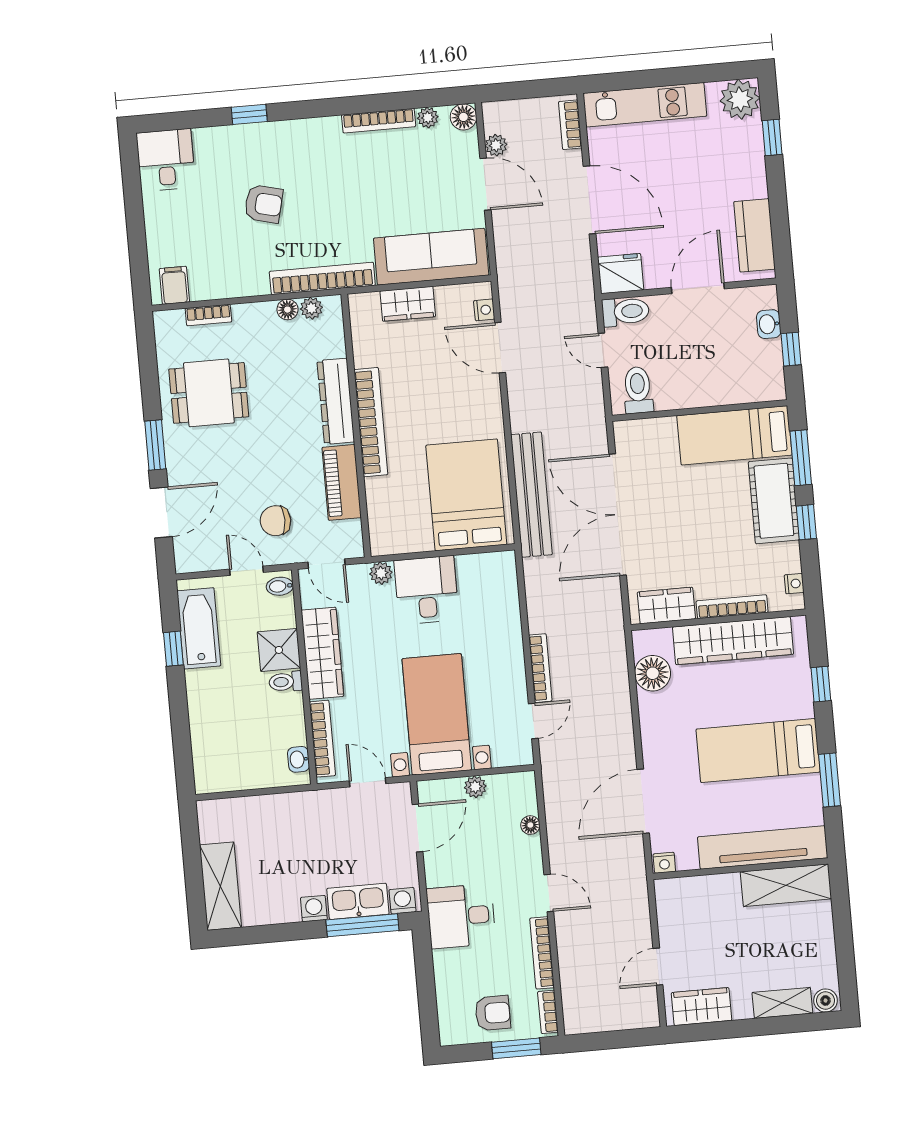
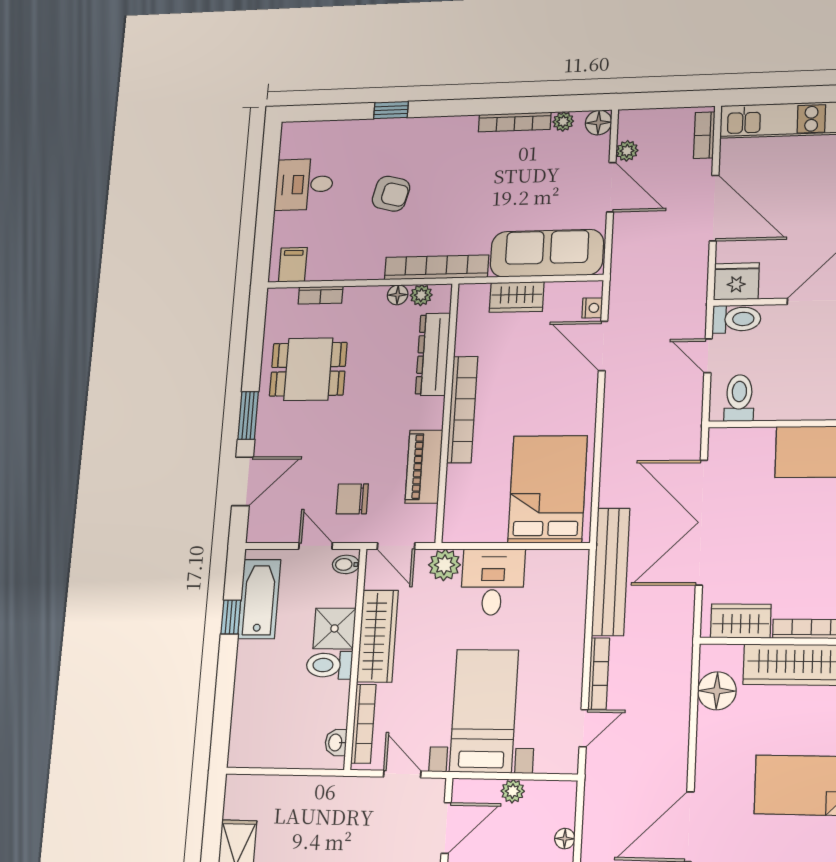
desk: (166, 160) -> (304, 184), moved, turned -90
dresser: (336, 401) -> (433, 354), moved
bench: (531, 495) -> (611, 572), moved
plant: (381, 573) -> (444, 565), width x1.38, depth x1.38
toilet: (286, 682) -> (329, 665), width x1.37, depth x1.39

